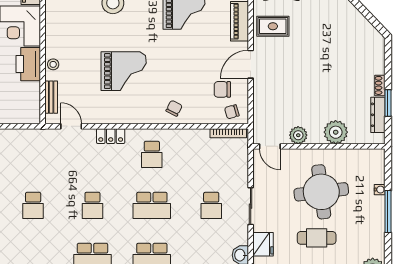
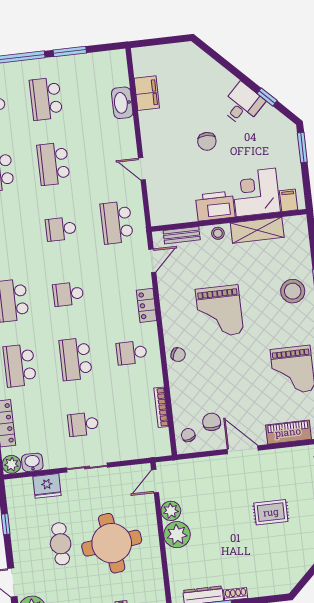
rug: (273, 26) -> (271, 512), moved, turned 90
shelving: (54, 29) -> (257, 230), added
chair: (174, 108) -> (178, 355), moved
plant: (336, 132) -> (177, 535), moved
bookcase: (228, 133) -> (161, 407), moved
school desk: (33, 154) -> (117, 223), added

